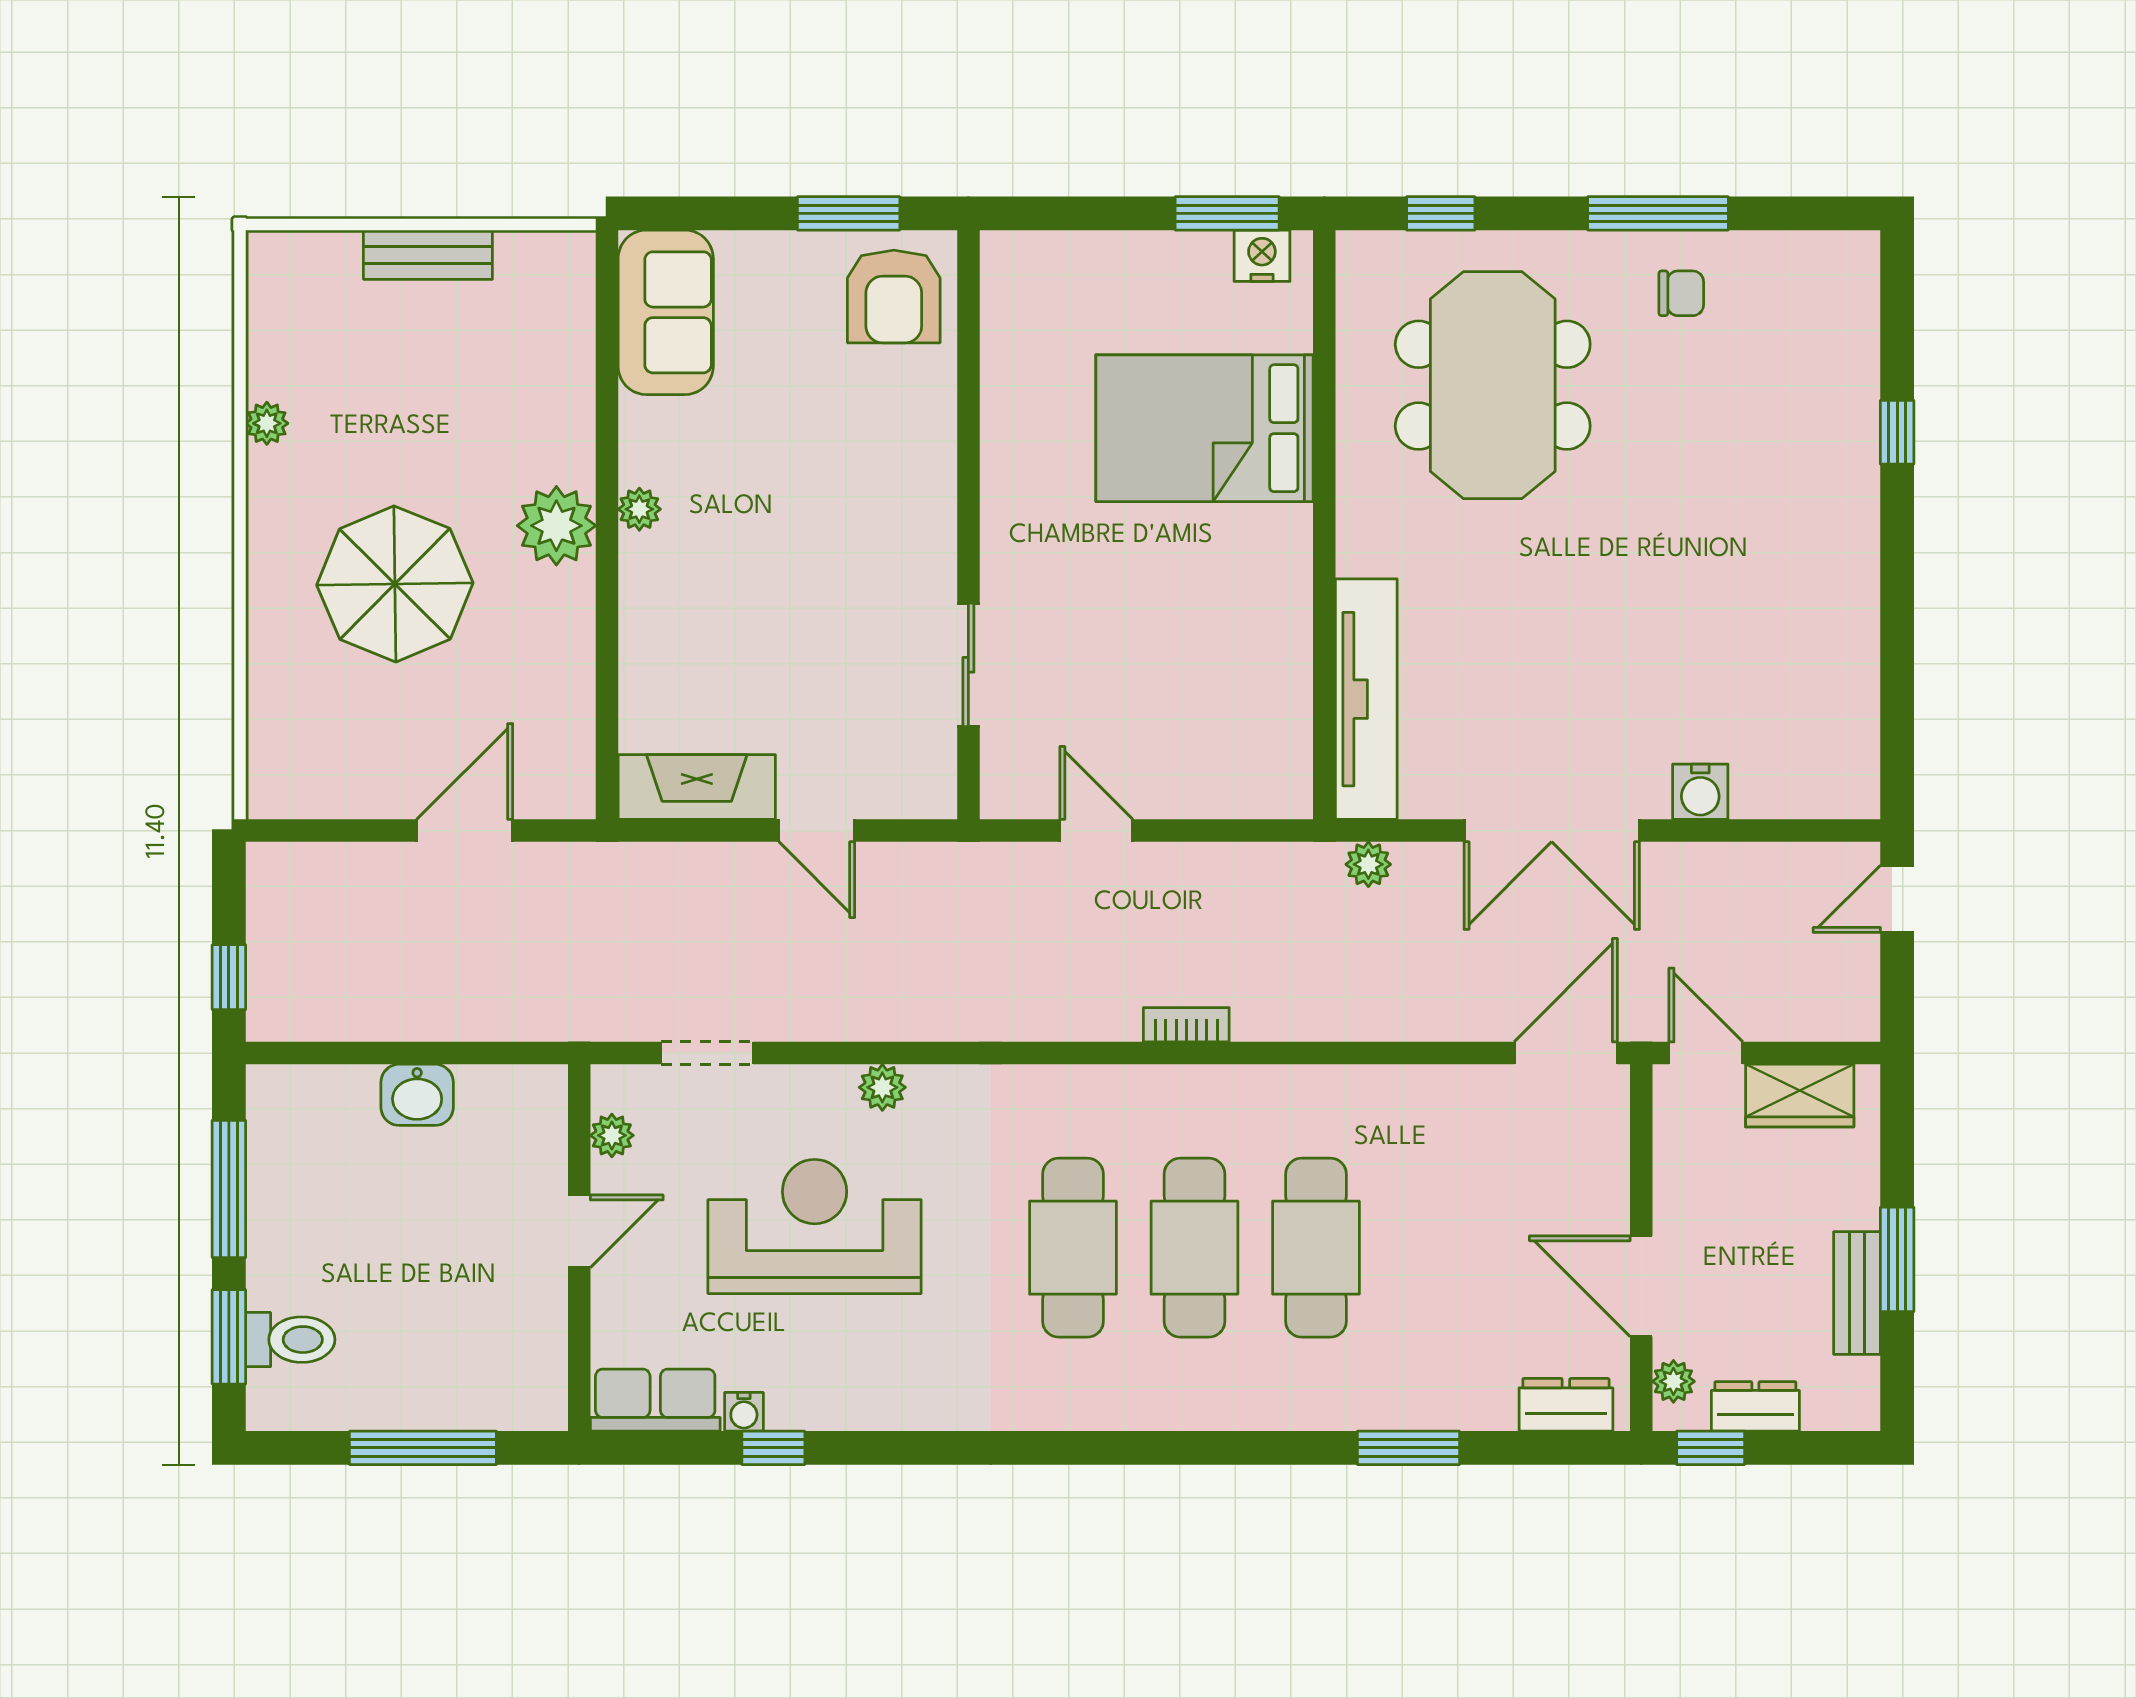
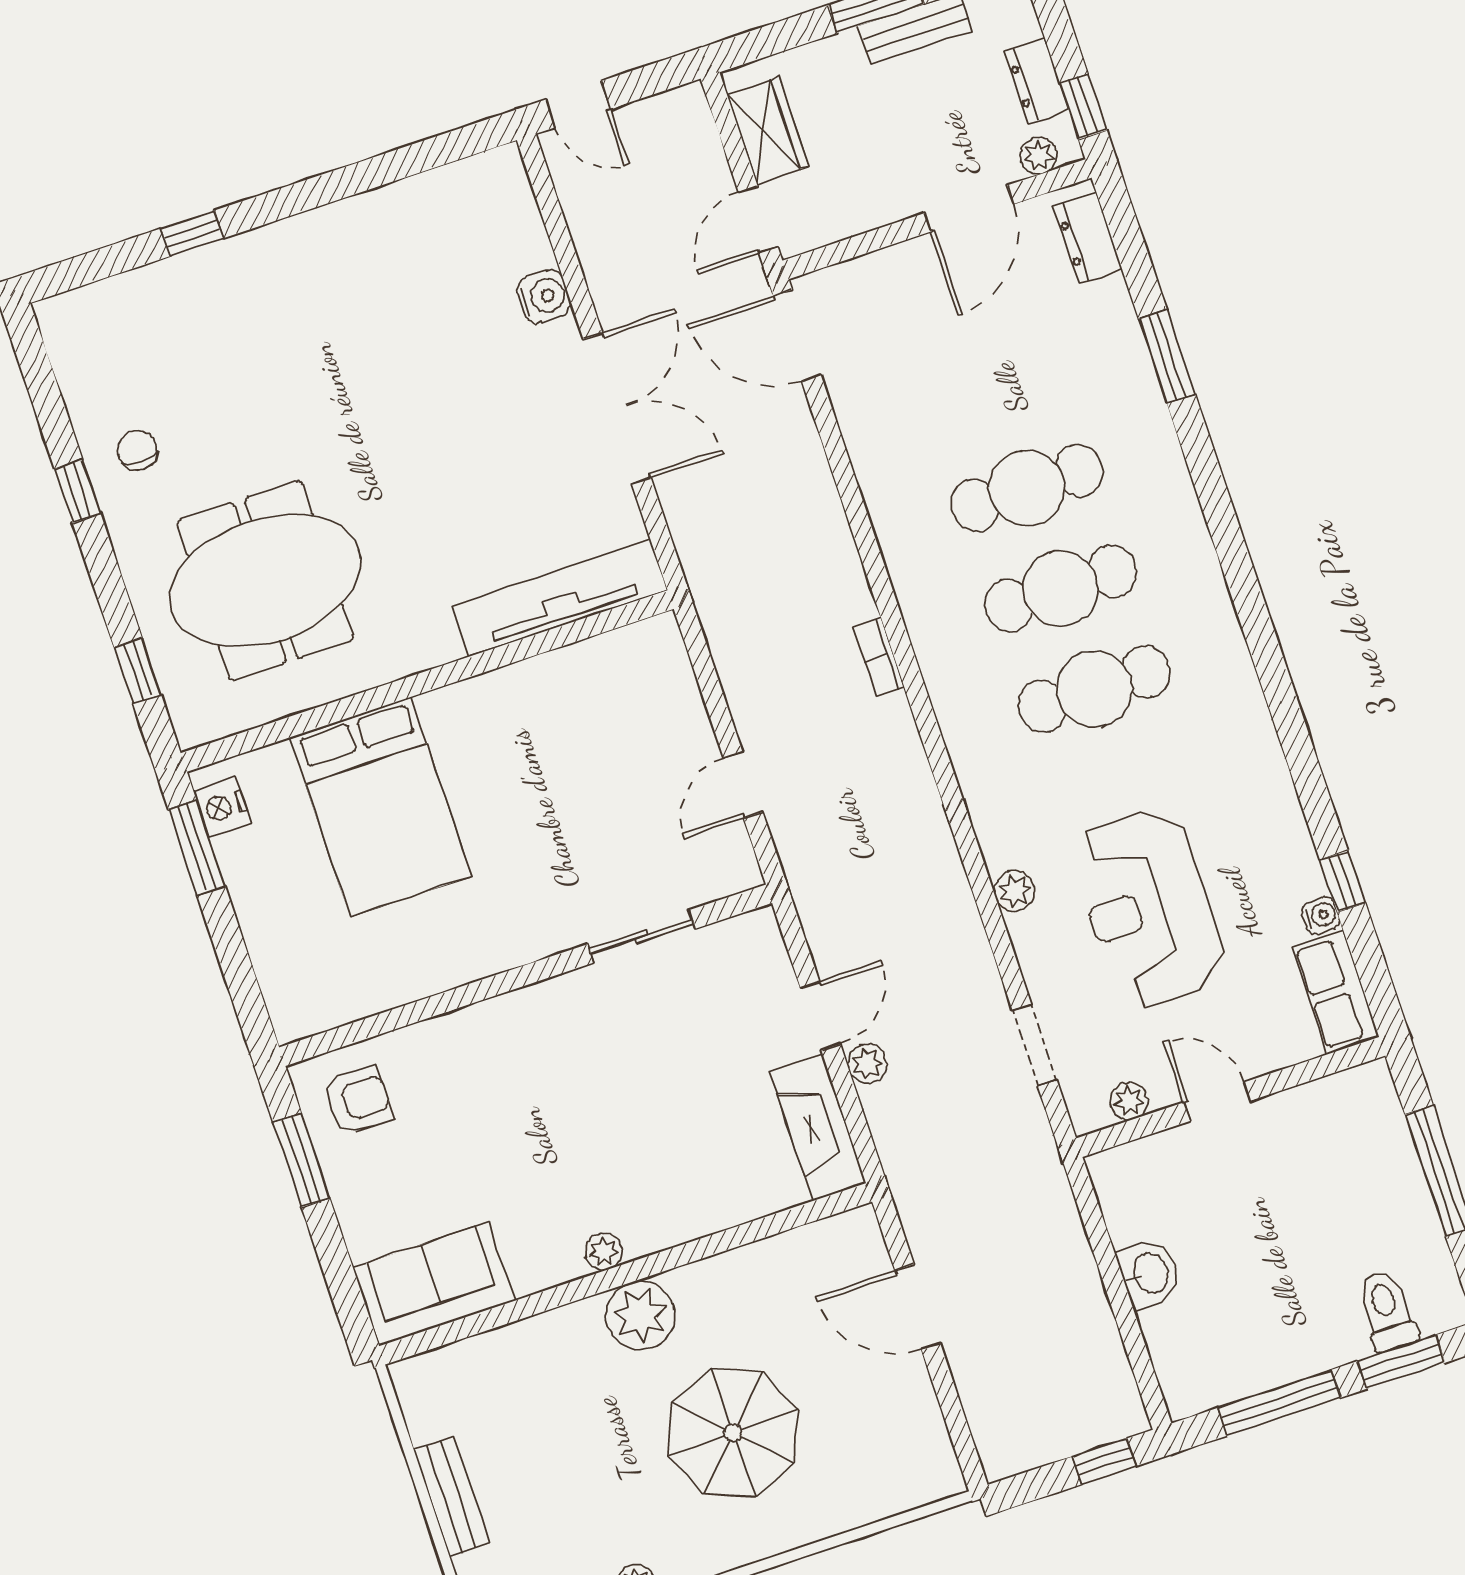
window: (1658, 213) -> (78, 491), width x0.46
armchair: (894, 297) -> (358, 1100), width x0.72, depth x0.72
plant: (1368, 864) -> (867, 1064), moved

